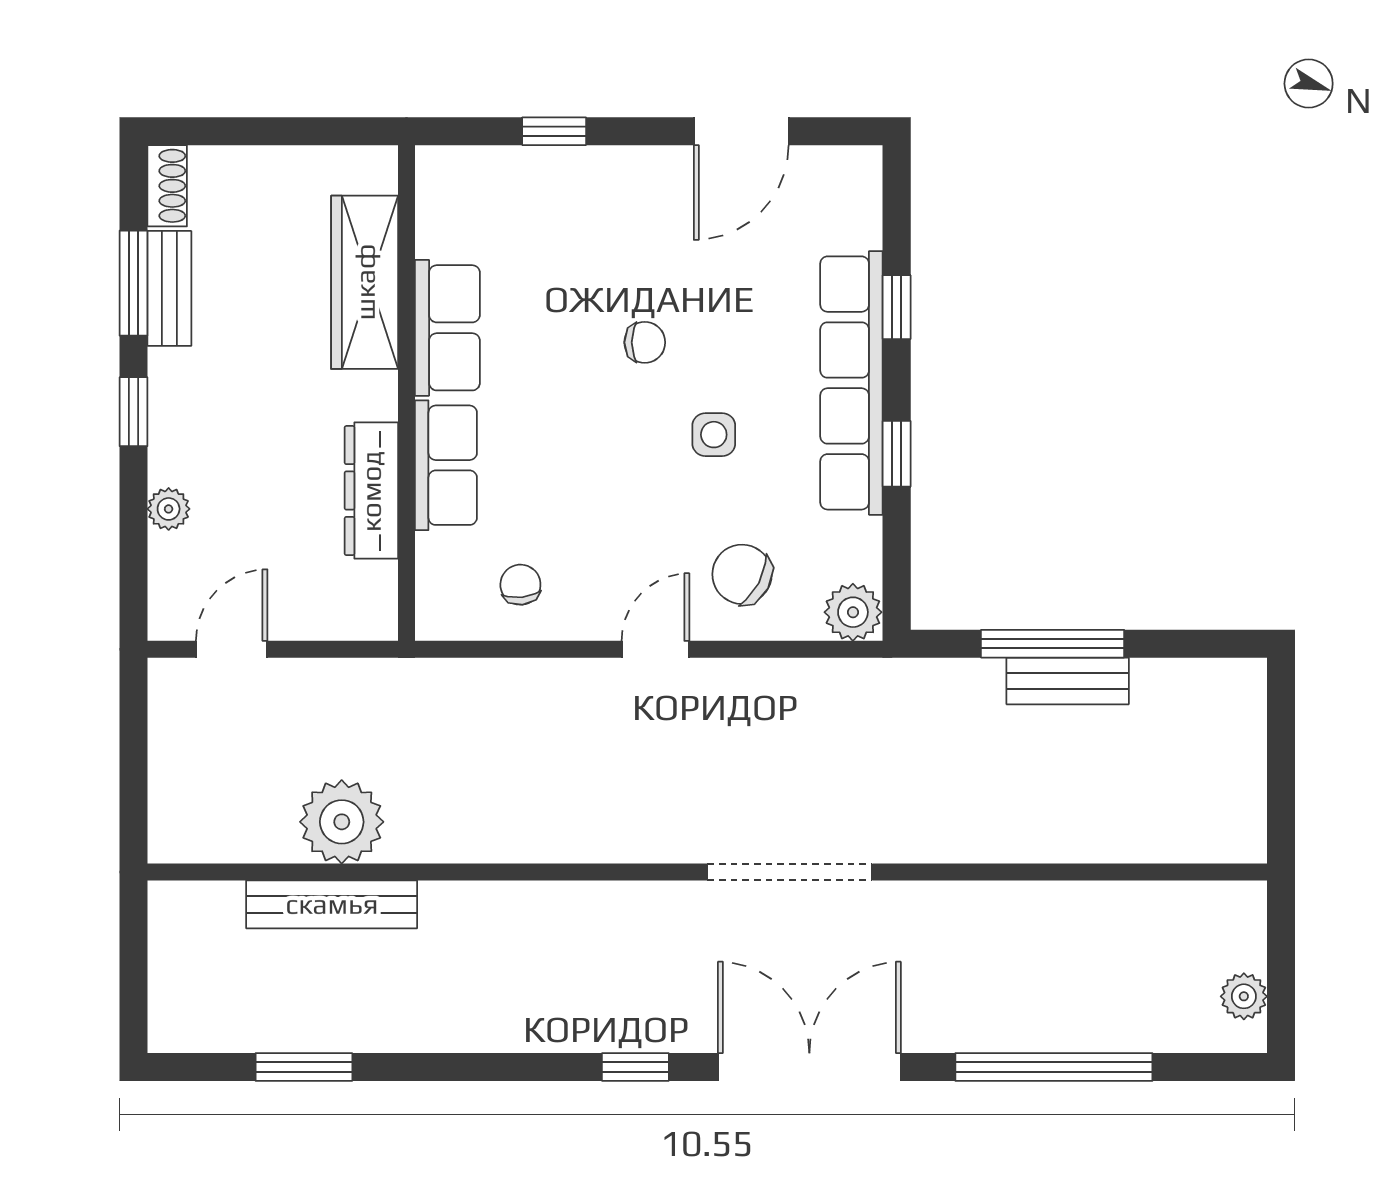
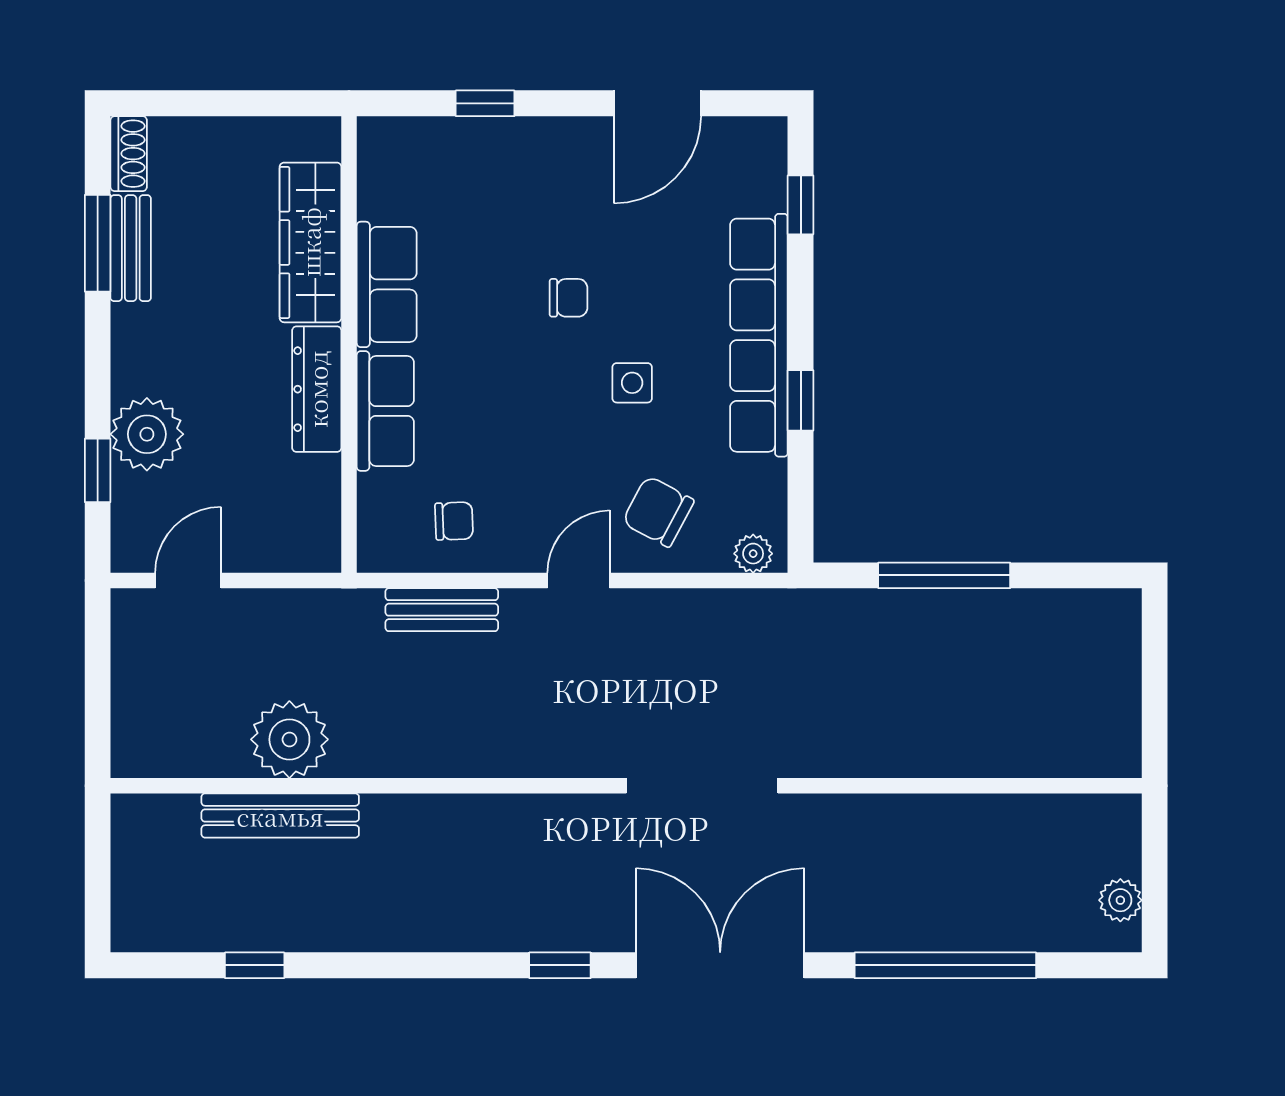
window: (897, 307) -> (801, 205), moved
window: (133, 412) -> (98, 470), moved
dresser: (371, 491) -> (317, 389), moved
plant: (169, 509) -> (147, 434), width x1.88, depth x1.88
chair: (520, 585) -> (454, 521), turned 94
plant: (853, 612) -> (753, 554), width x0.73, depth x0.73
bench: (1068, 681) -> (442, 610), moved
window: (304, 1067) -> (255, 965), width x0.67

